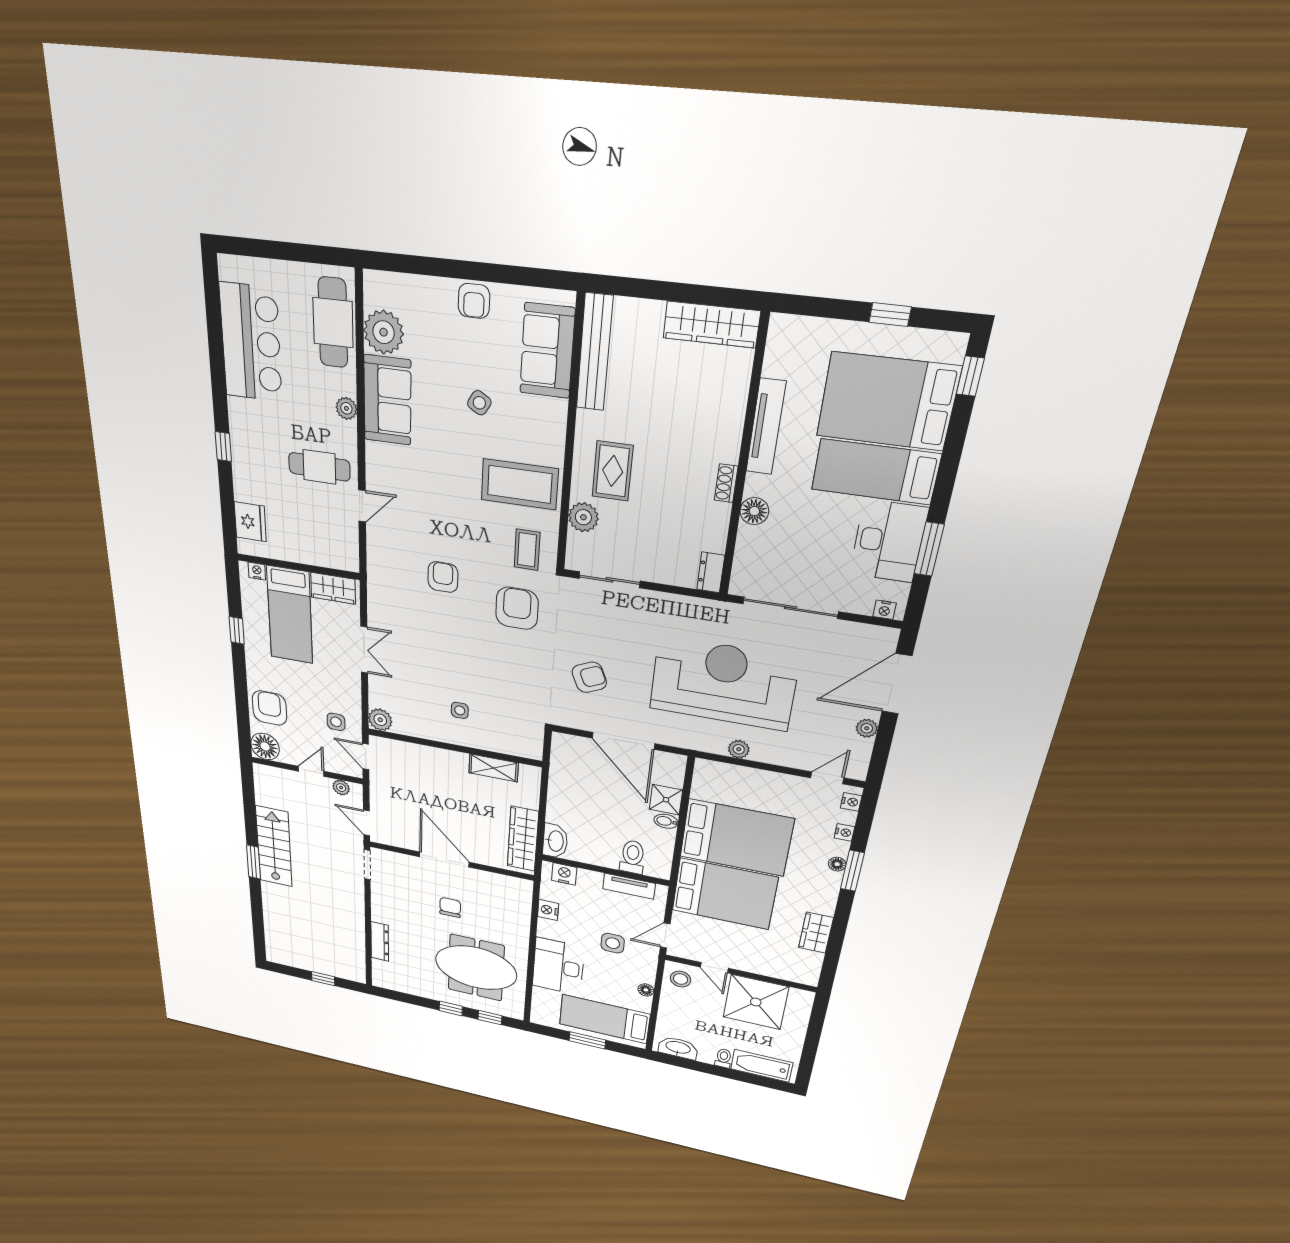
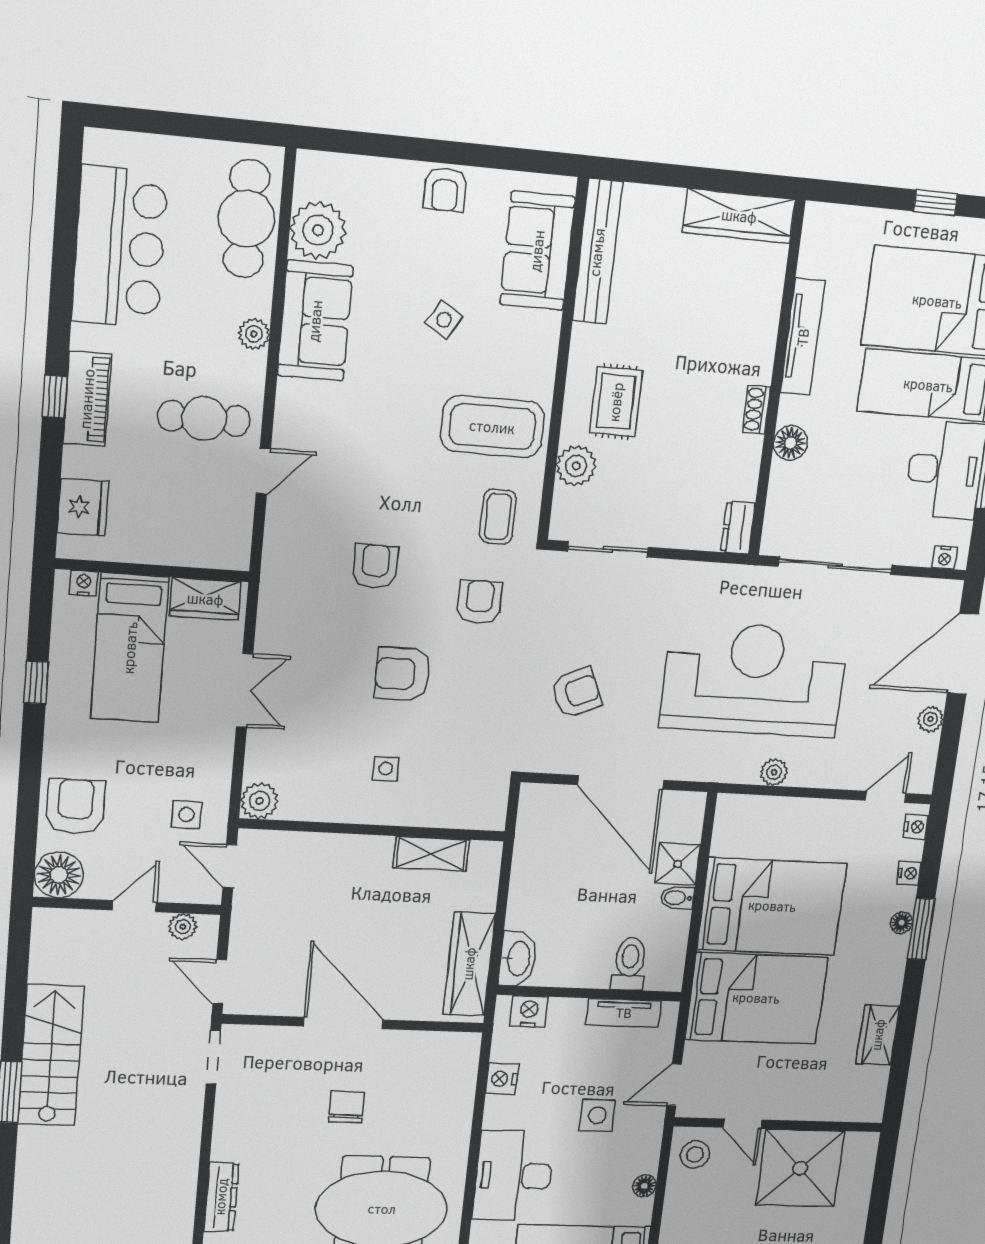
piano: (243, 449) -> (87, 399), added
armchair: (517, 608) -> (480, 602), width x0.72, depth x0.72
armchair: (467, 651) -> (402, 674), added

